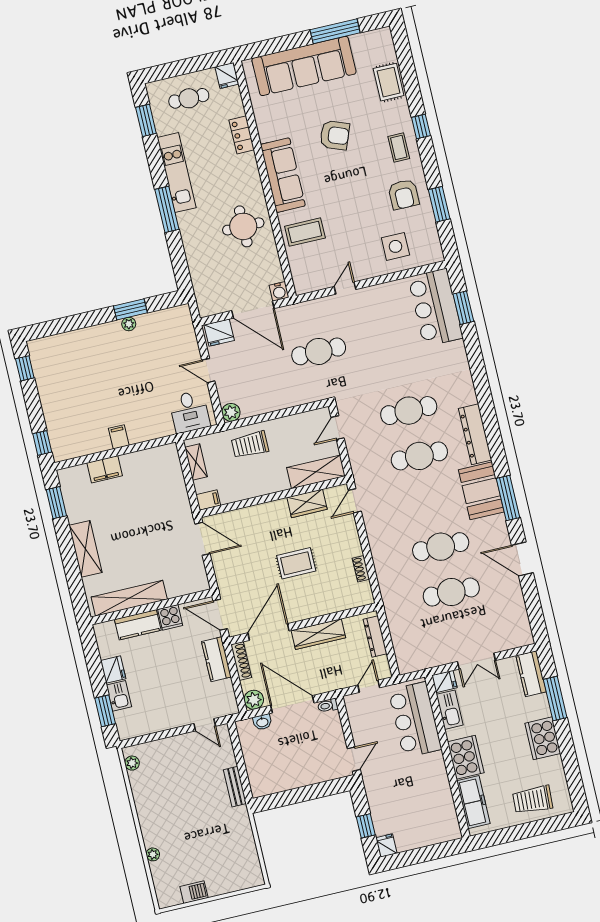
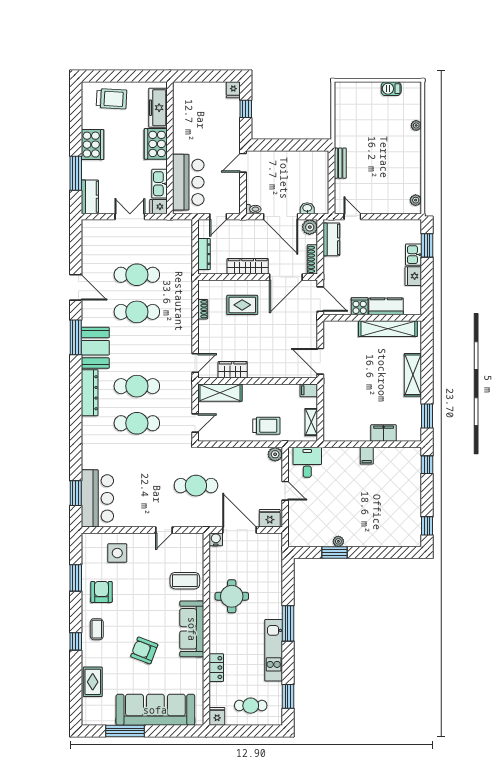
rug: (296, 563) -> (242, 305), moved
kitchen counter: (216, 659) -> (331, 239), moved

